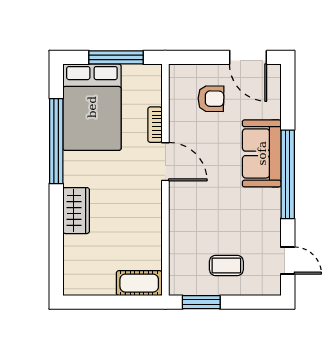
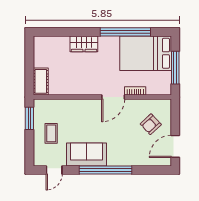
armchair: (211, 99) -> (151, 124), turned 46
sofa: (262, 153) -> (87, 154), moved

